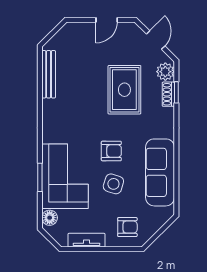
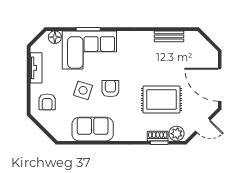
door: (107, 20) -> (220, 85), width x1.88
bench: (49, 74) -> (169, 36), width x0.73
armchair: (111, 151) -> (110, 89), turned 180
sofa: (160, 172) -> (93, 129), width x0.73

